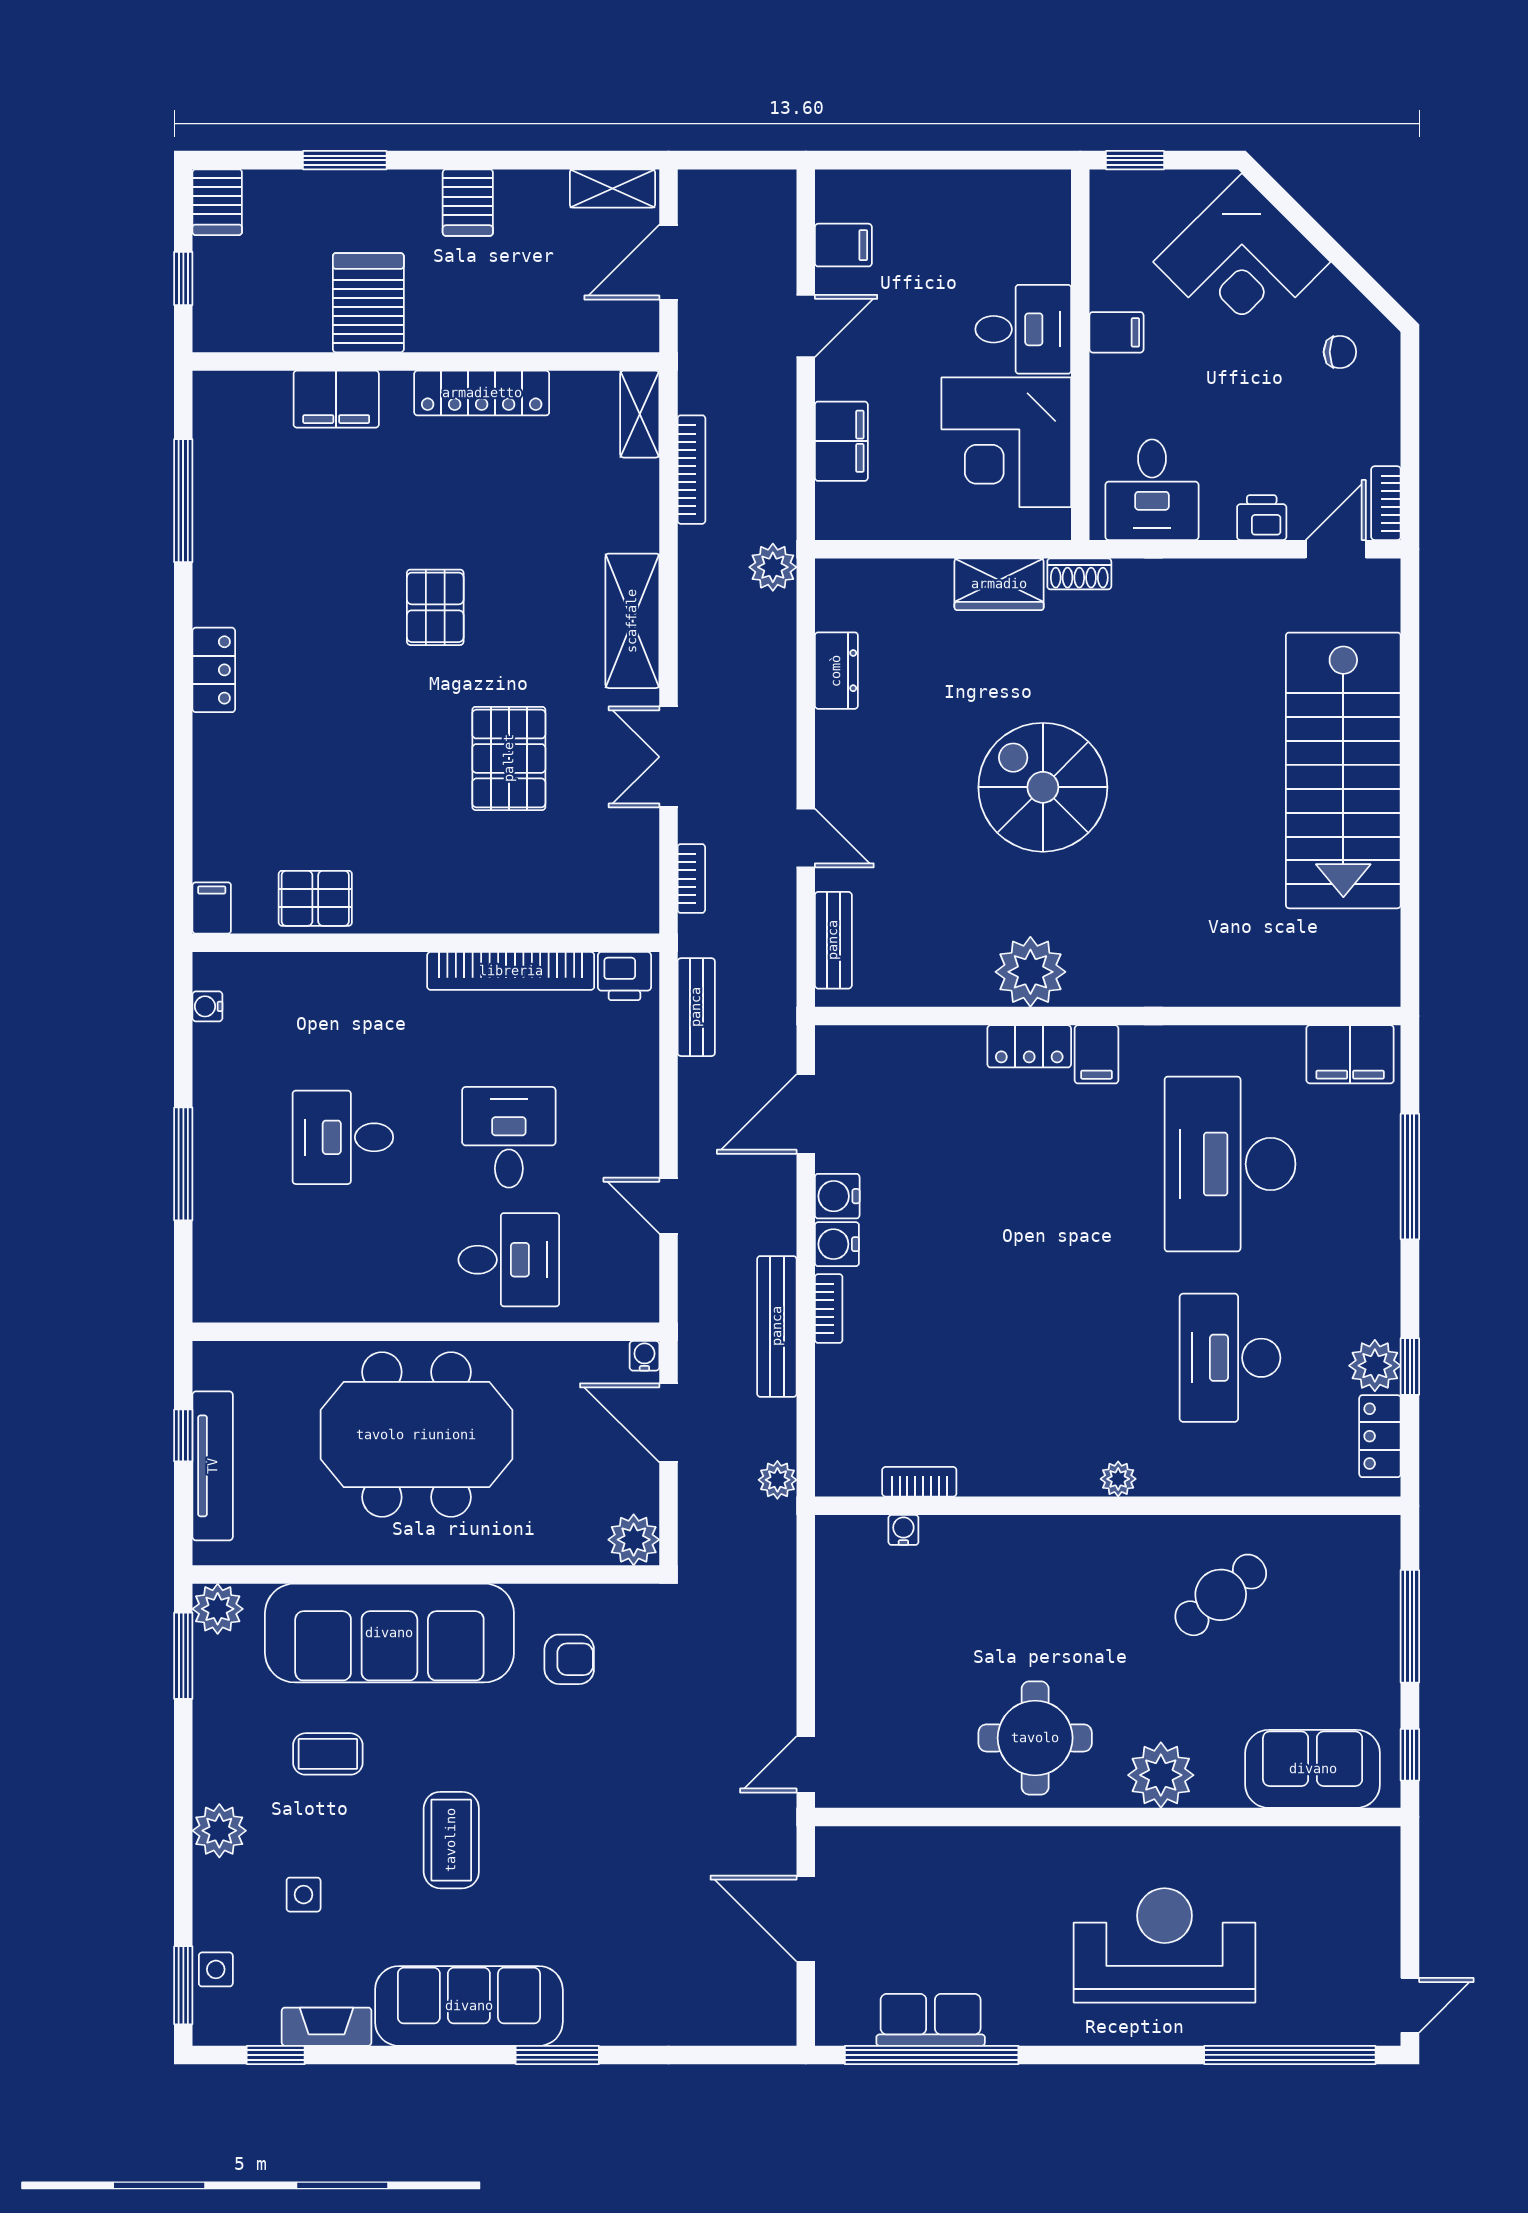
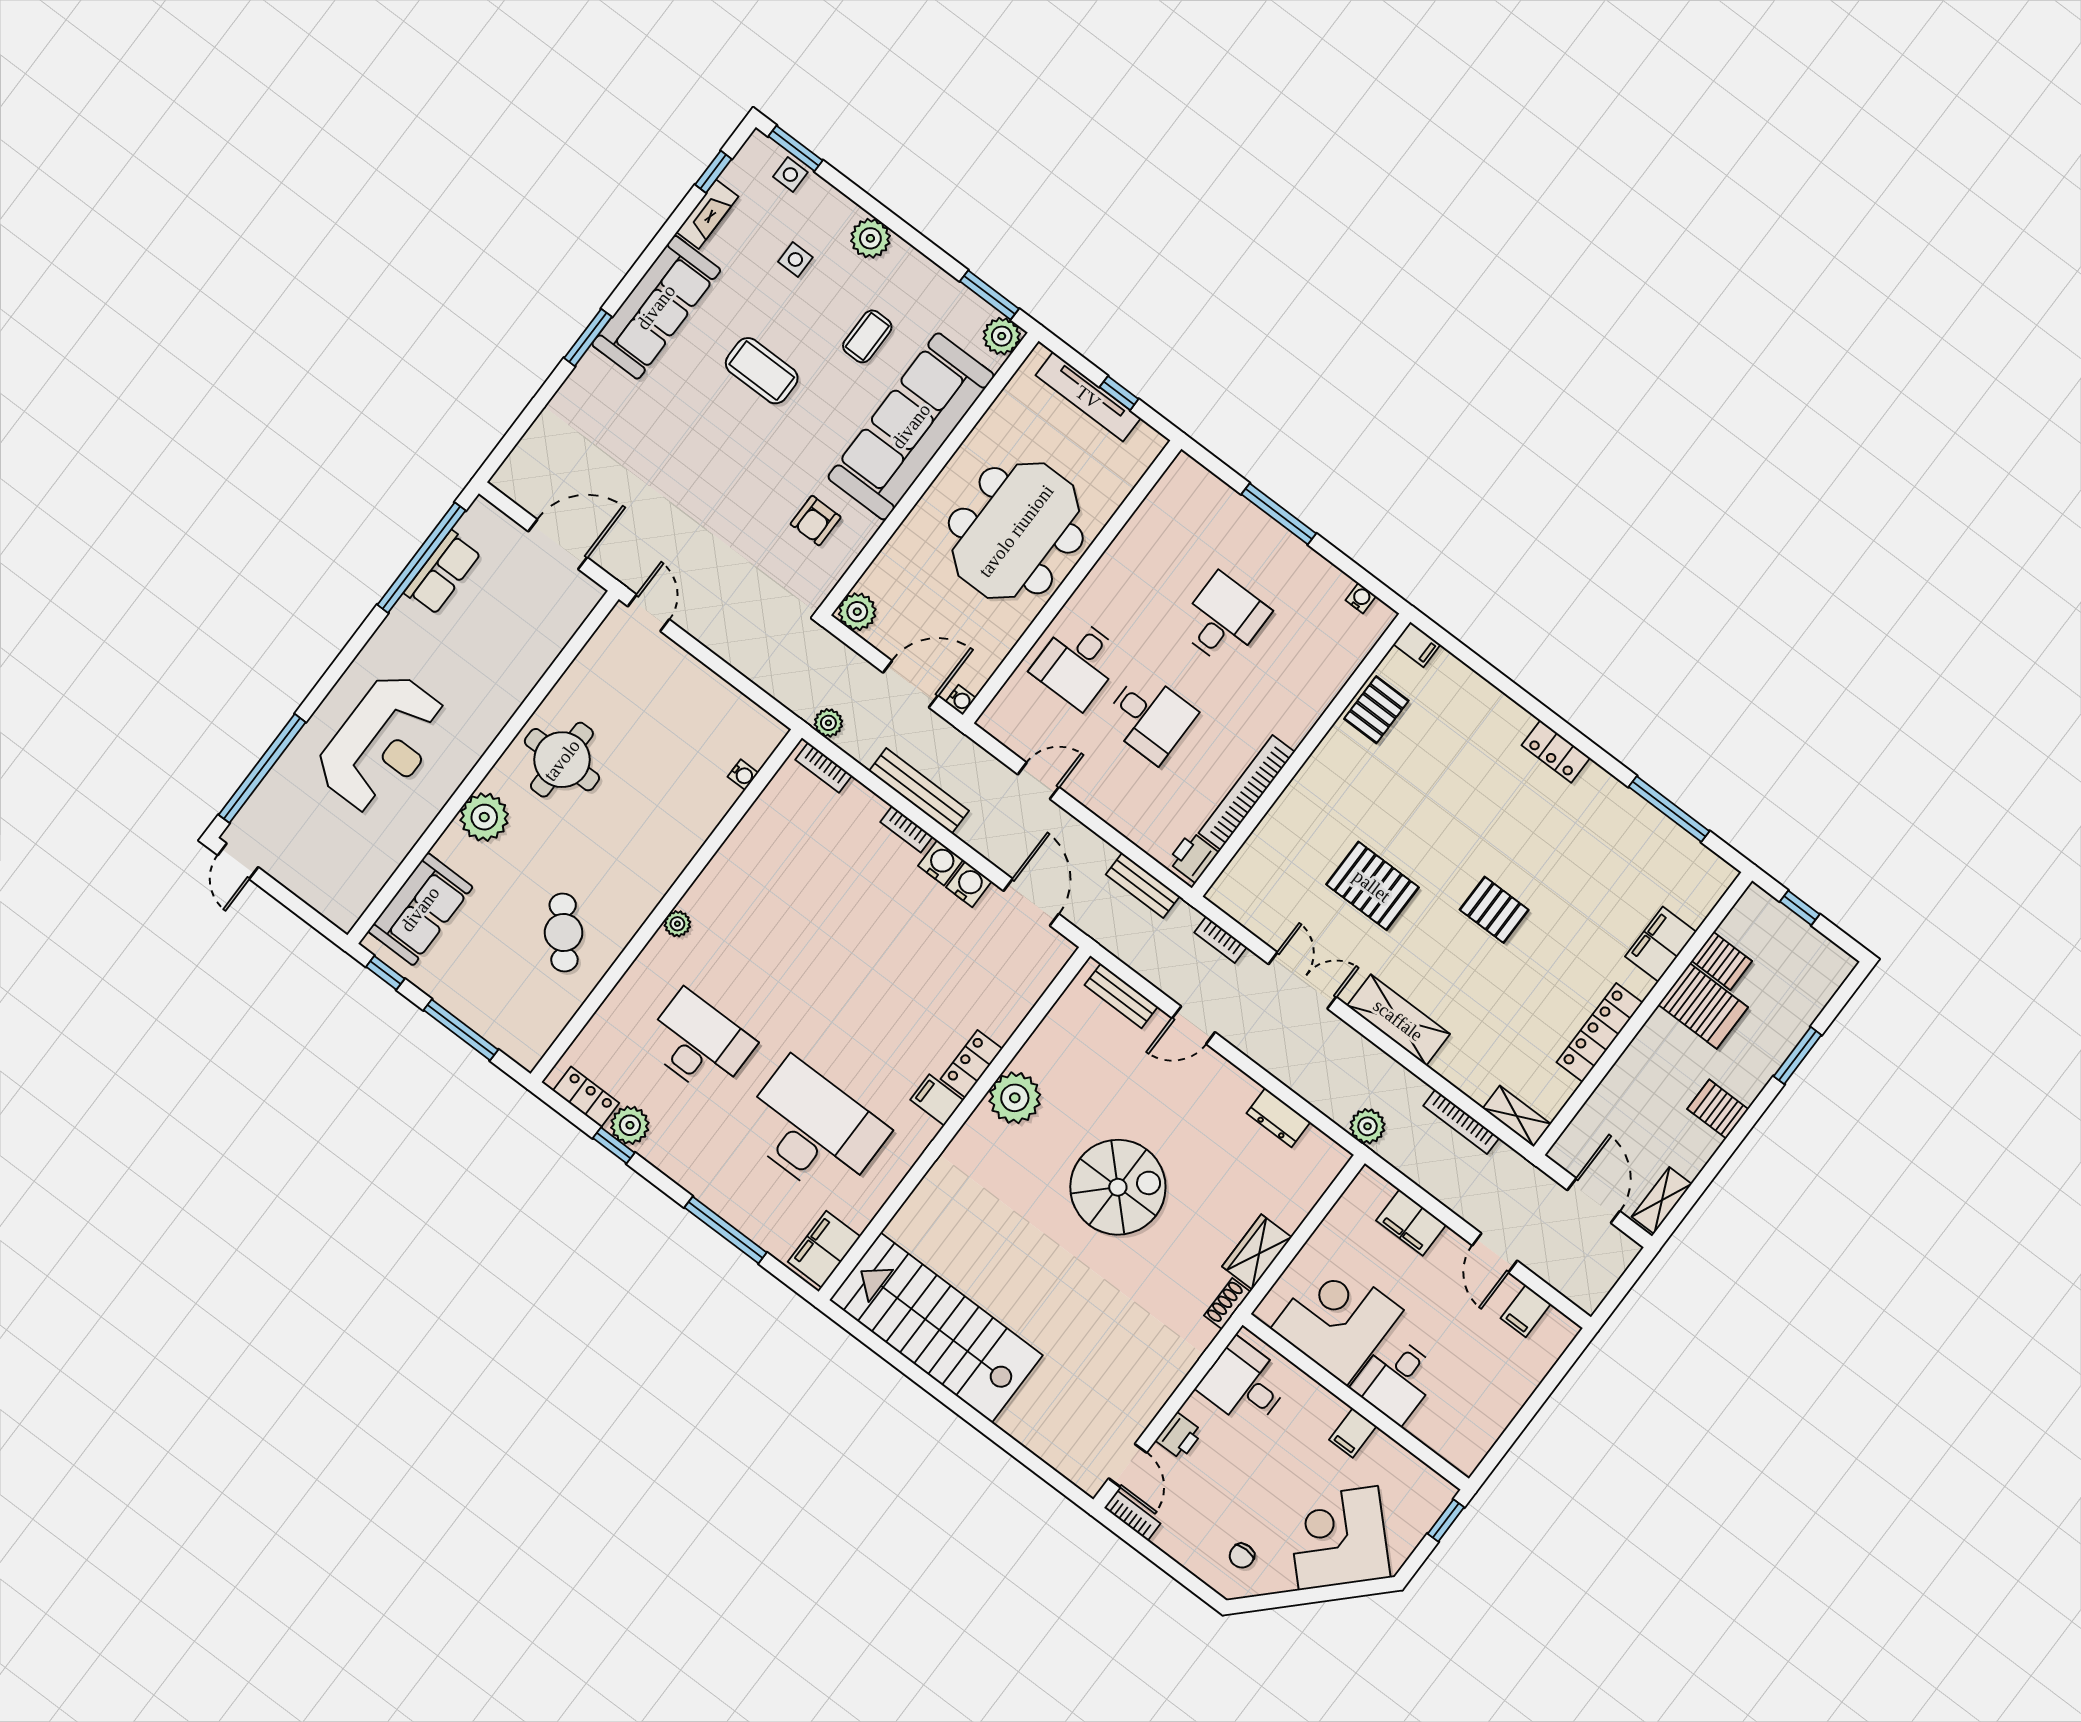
server rack: (217, 202) -> (1722, 961), moved, turned 180
stairs: (1343, 770) -> (936, 1328), moved
bookcase: (919, 1482) -> (824, 768), moved, turned 90

